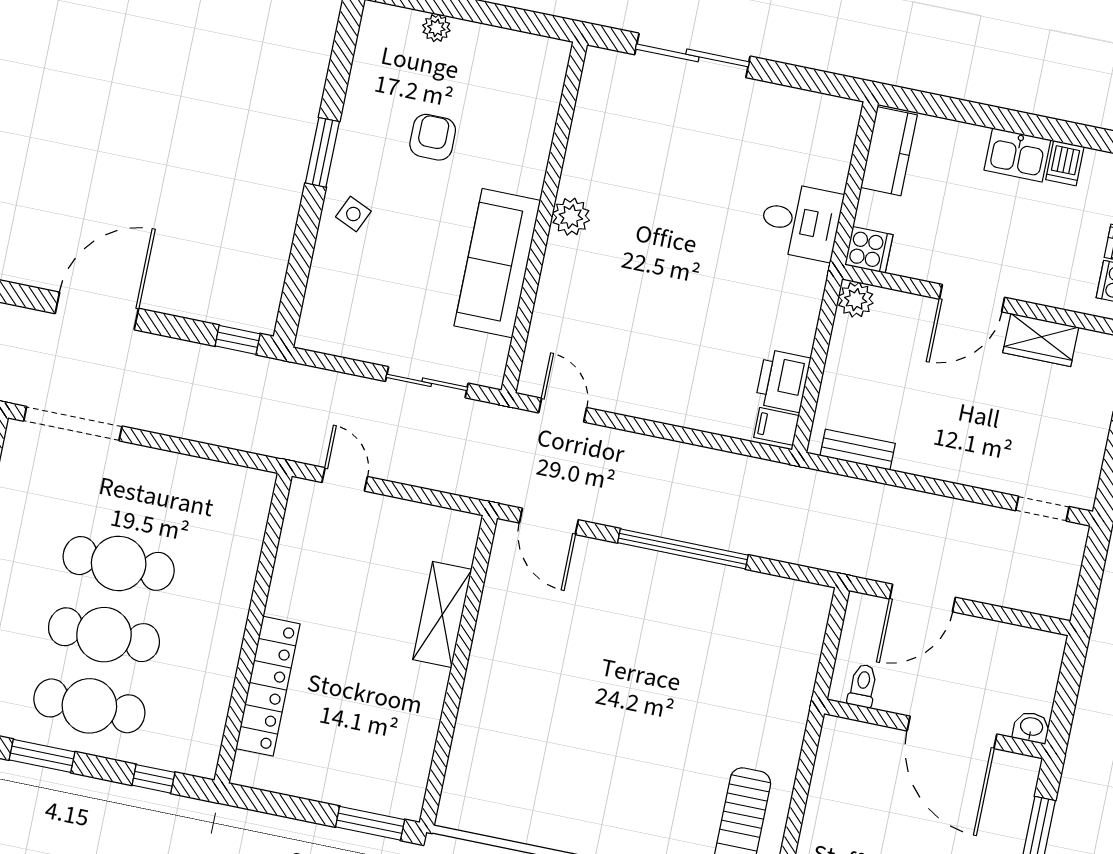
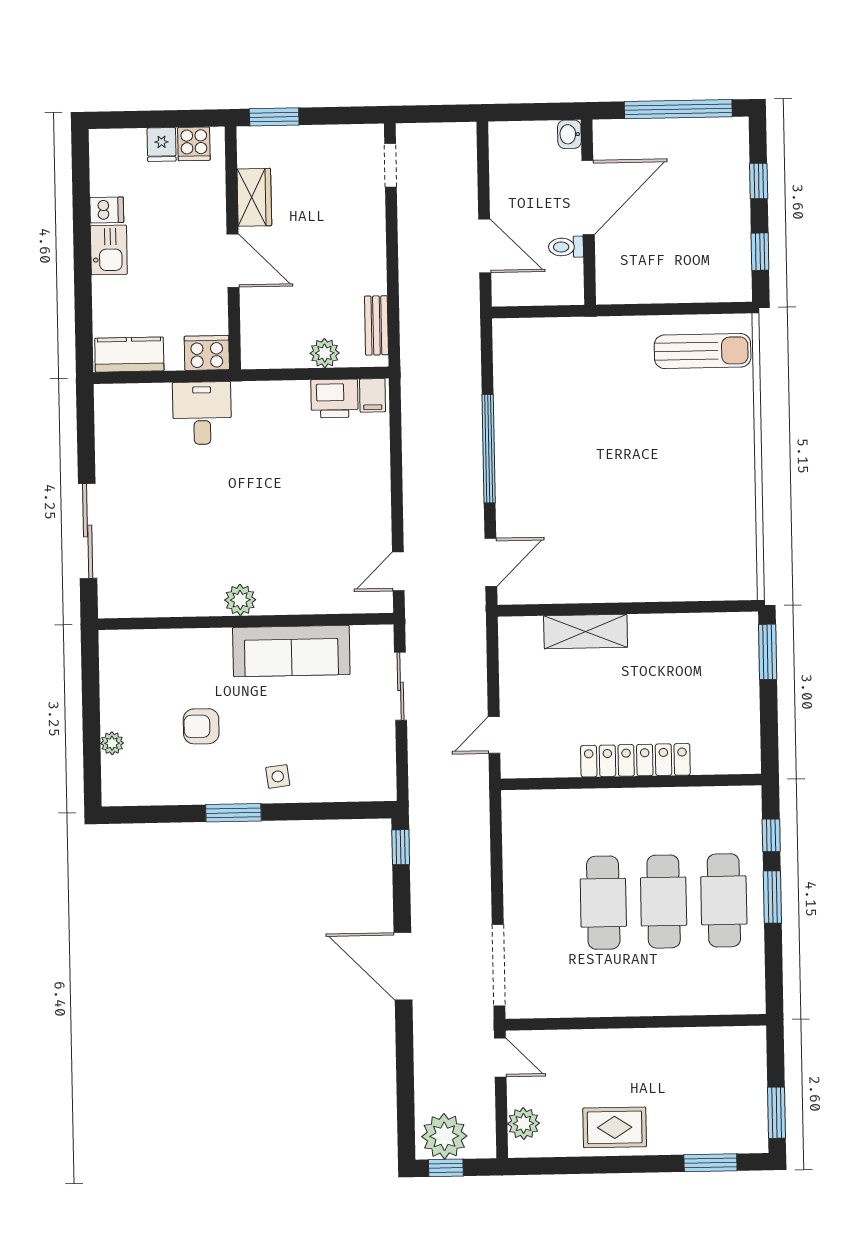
side table: (353, 214) -> (278, 776), turned -31
cooker: (869, 250) -> (207, 353), width x1.36
plant: (856, 300) -> (325, 353), moved
locker: (268, 686) -> (635, 760), moved
toilet: (863, 686) -> (566, 247), moved
window: (42, 756) -> (772, 897), moved

